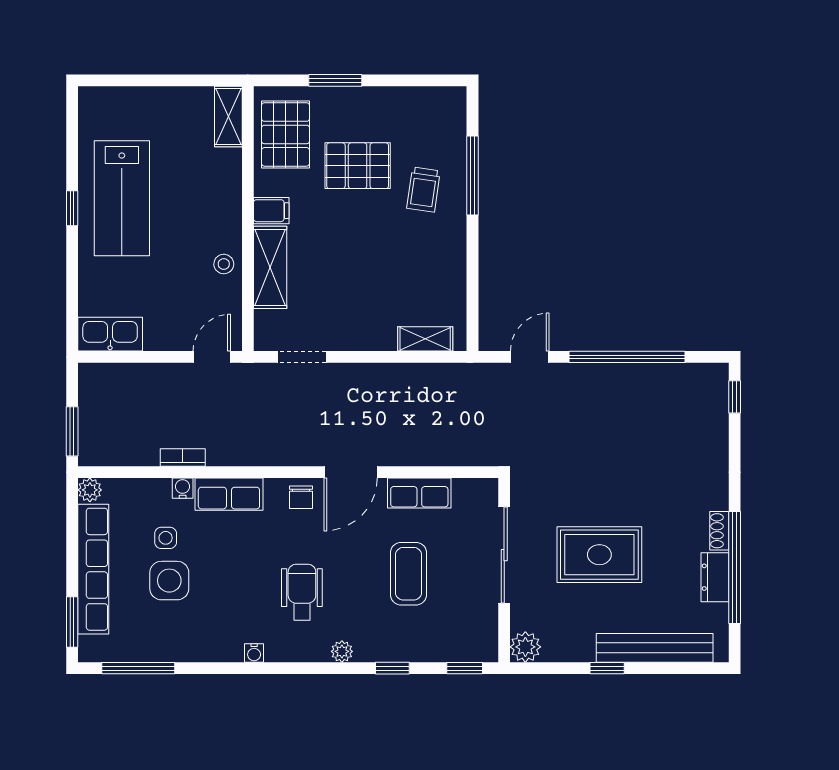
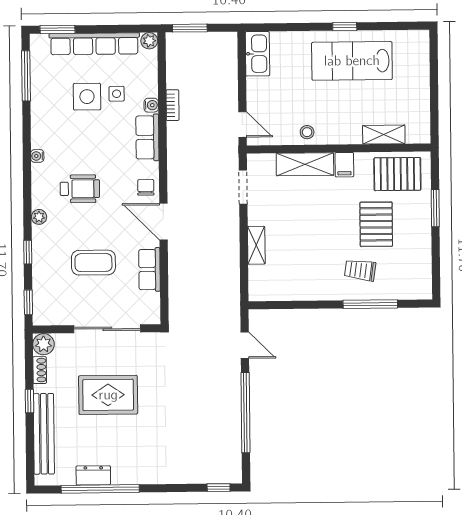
shelving: (228, 116) -> (384, 135), moved
shelving: (425, 339) -> (256, 245), moved
chair: (301, 497) -> (146, 187), turned 90
shoe rack: (719, 531) -> (40, 370), moved, turned 90
rug: (599, 555) -> (108, 395), turned 90

